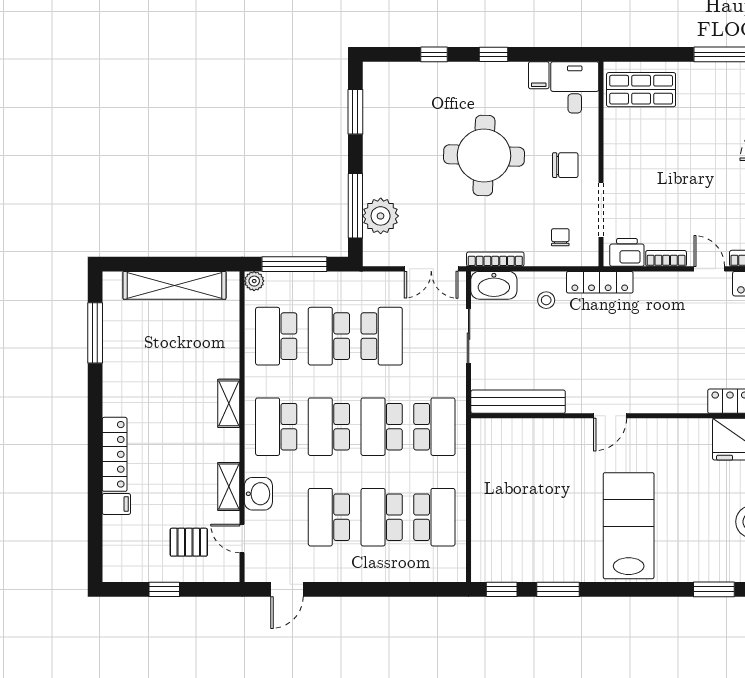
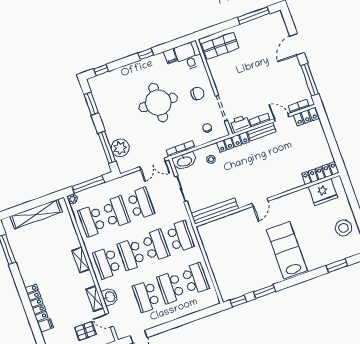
window: (434, 54) -> (101, 70), moved
bench: (662, 282) -> (262, 131), added
school desk: (329, 336) -> (116, 212), turned 180
school desk: (382, 427) -> (156, 245), turned 180

